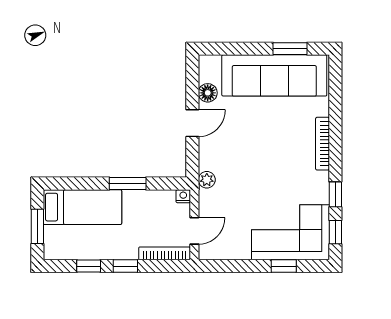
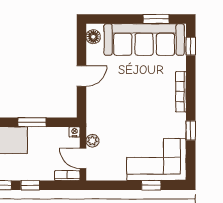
floor lamp: (208, 93) -> (93, 37), moved
plant: (207, 180) -> (92, 141), moved
door: (194, 231) -> (83, 158), swing flipped
window: (335, 232) -> (191, 46), moved
bookcase: (165, 253) -> (67, 176), width x0.64

